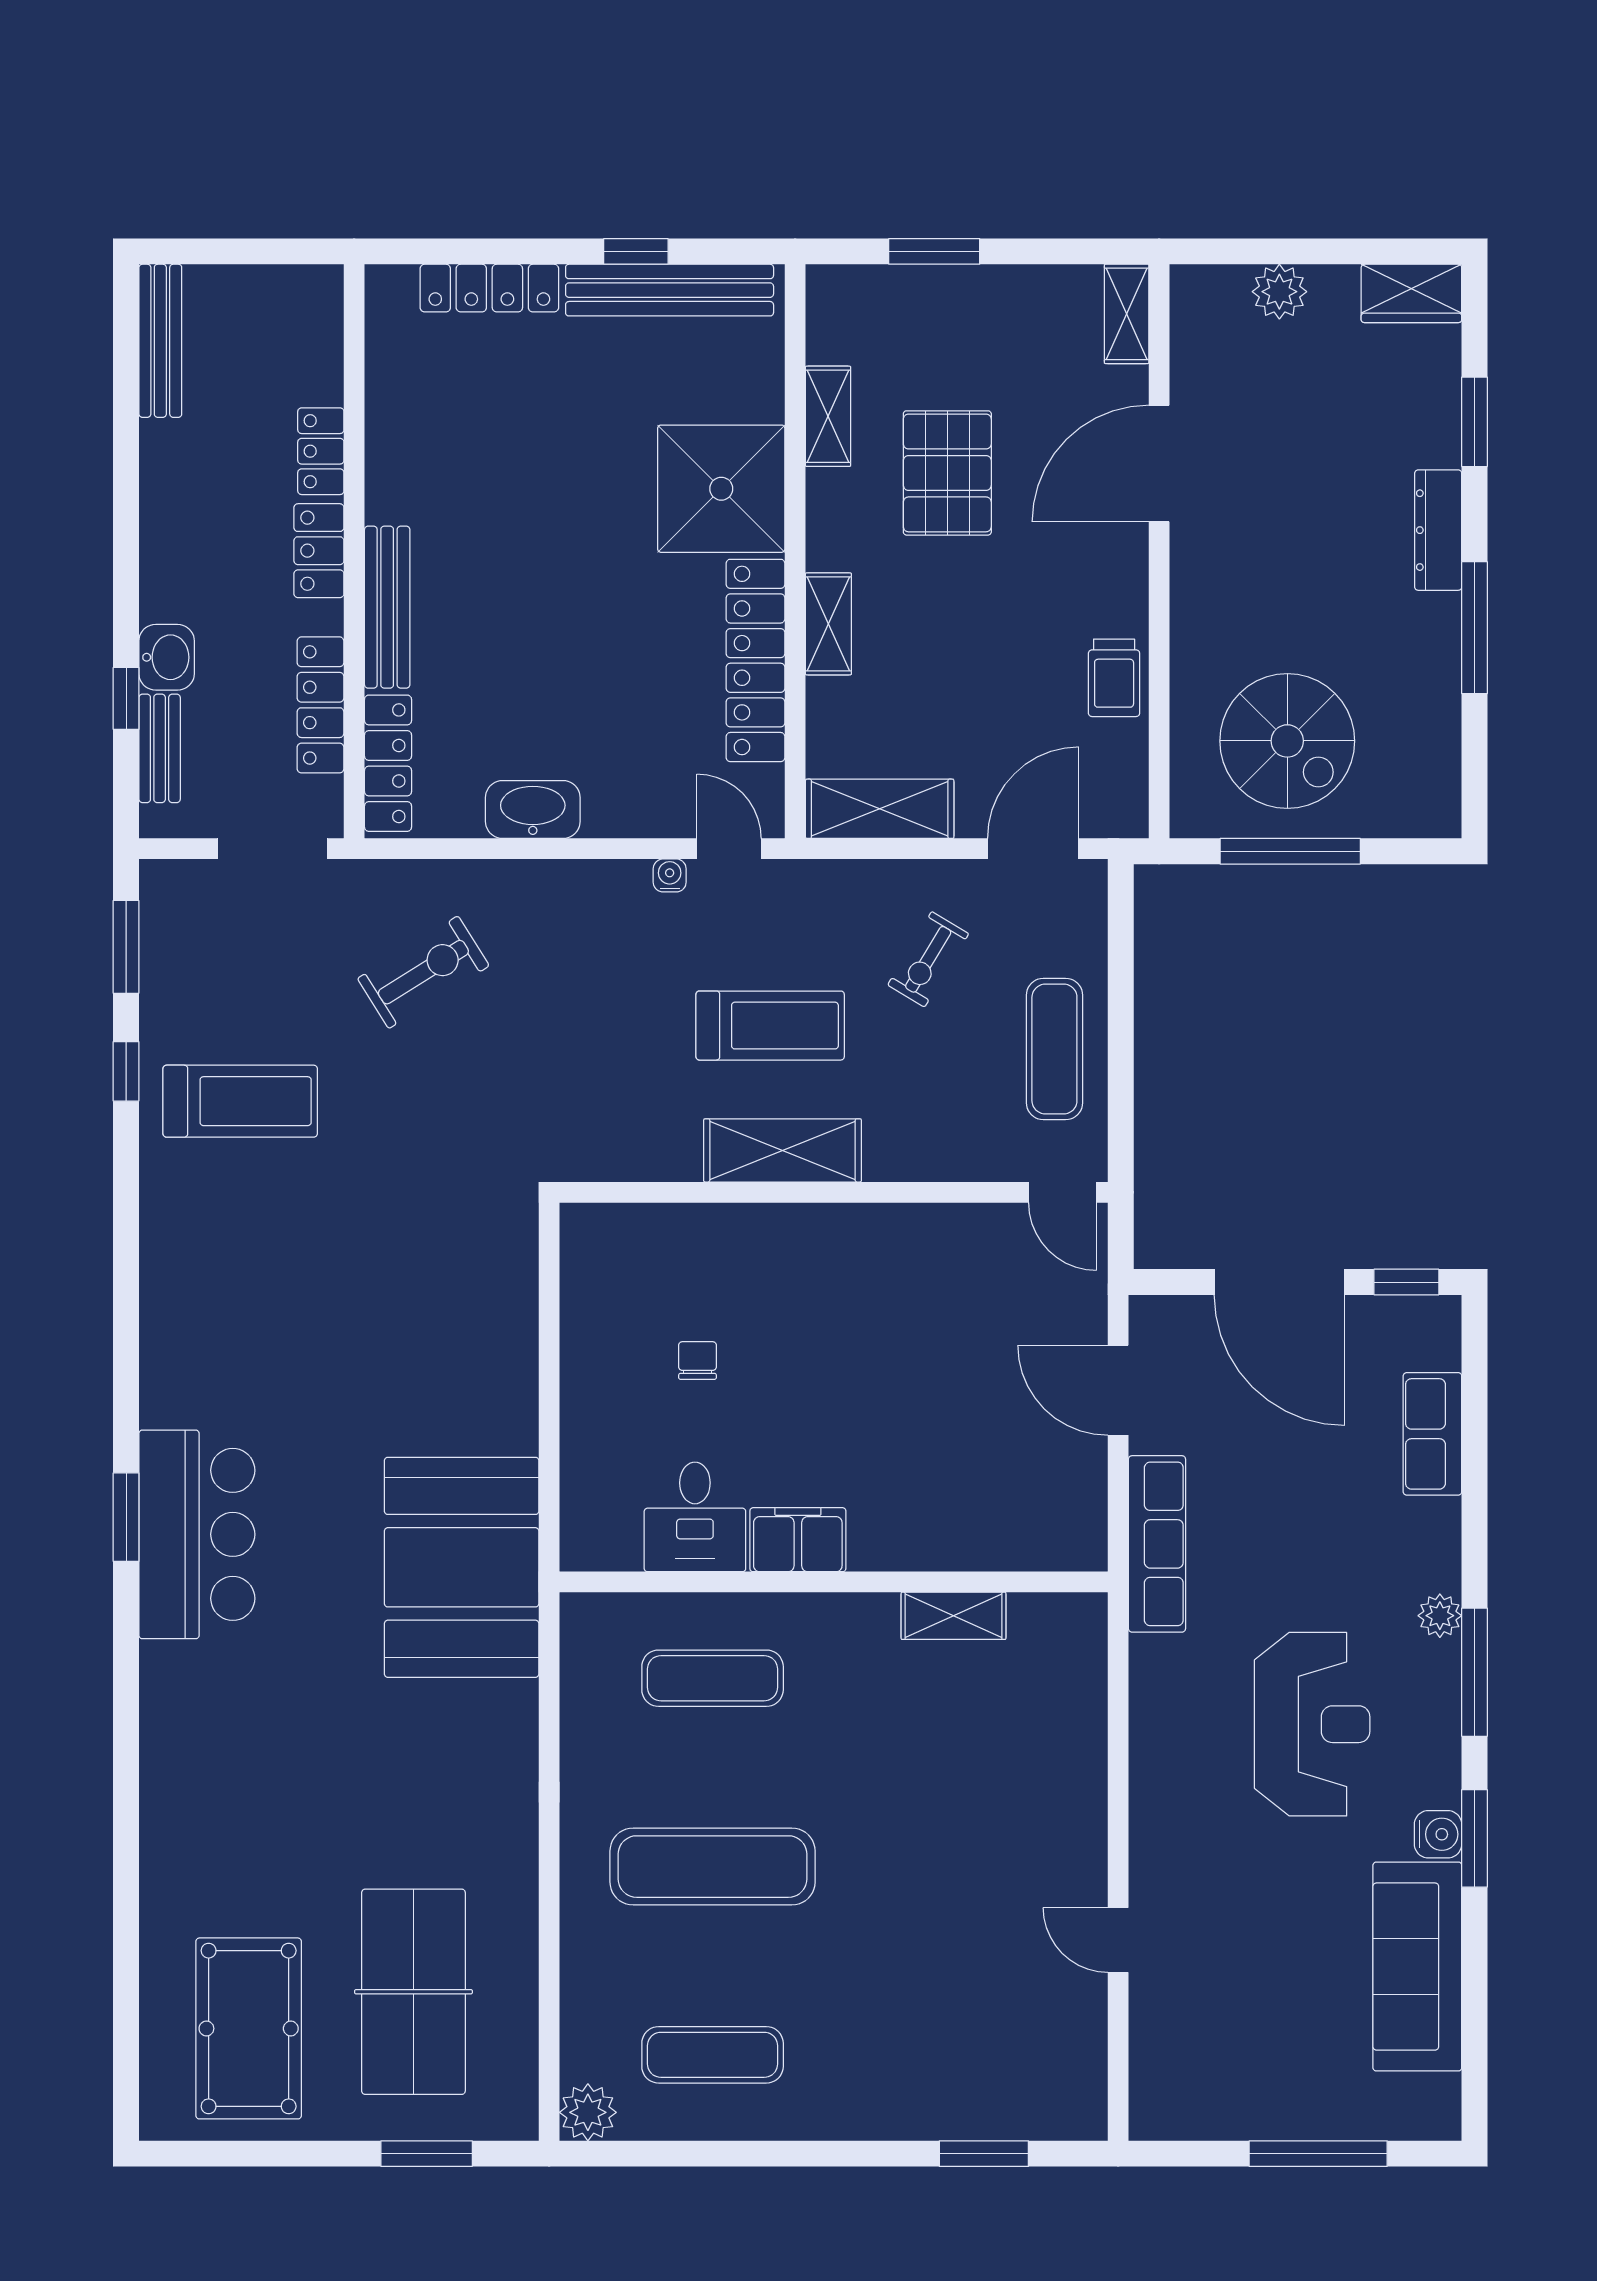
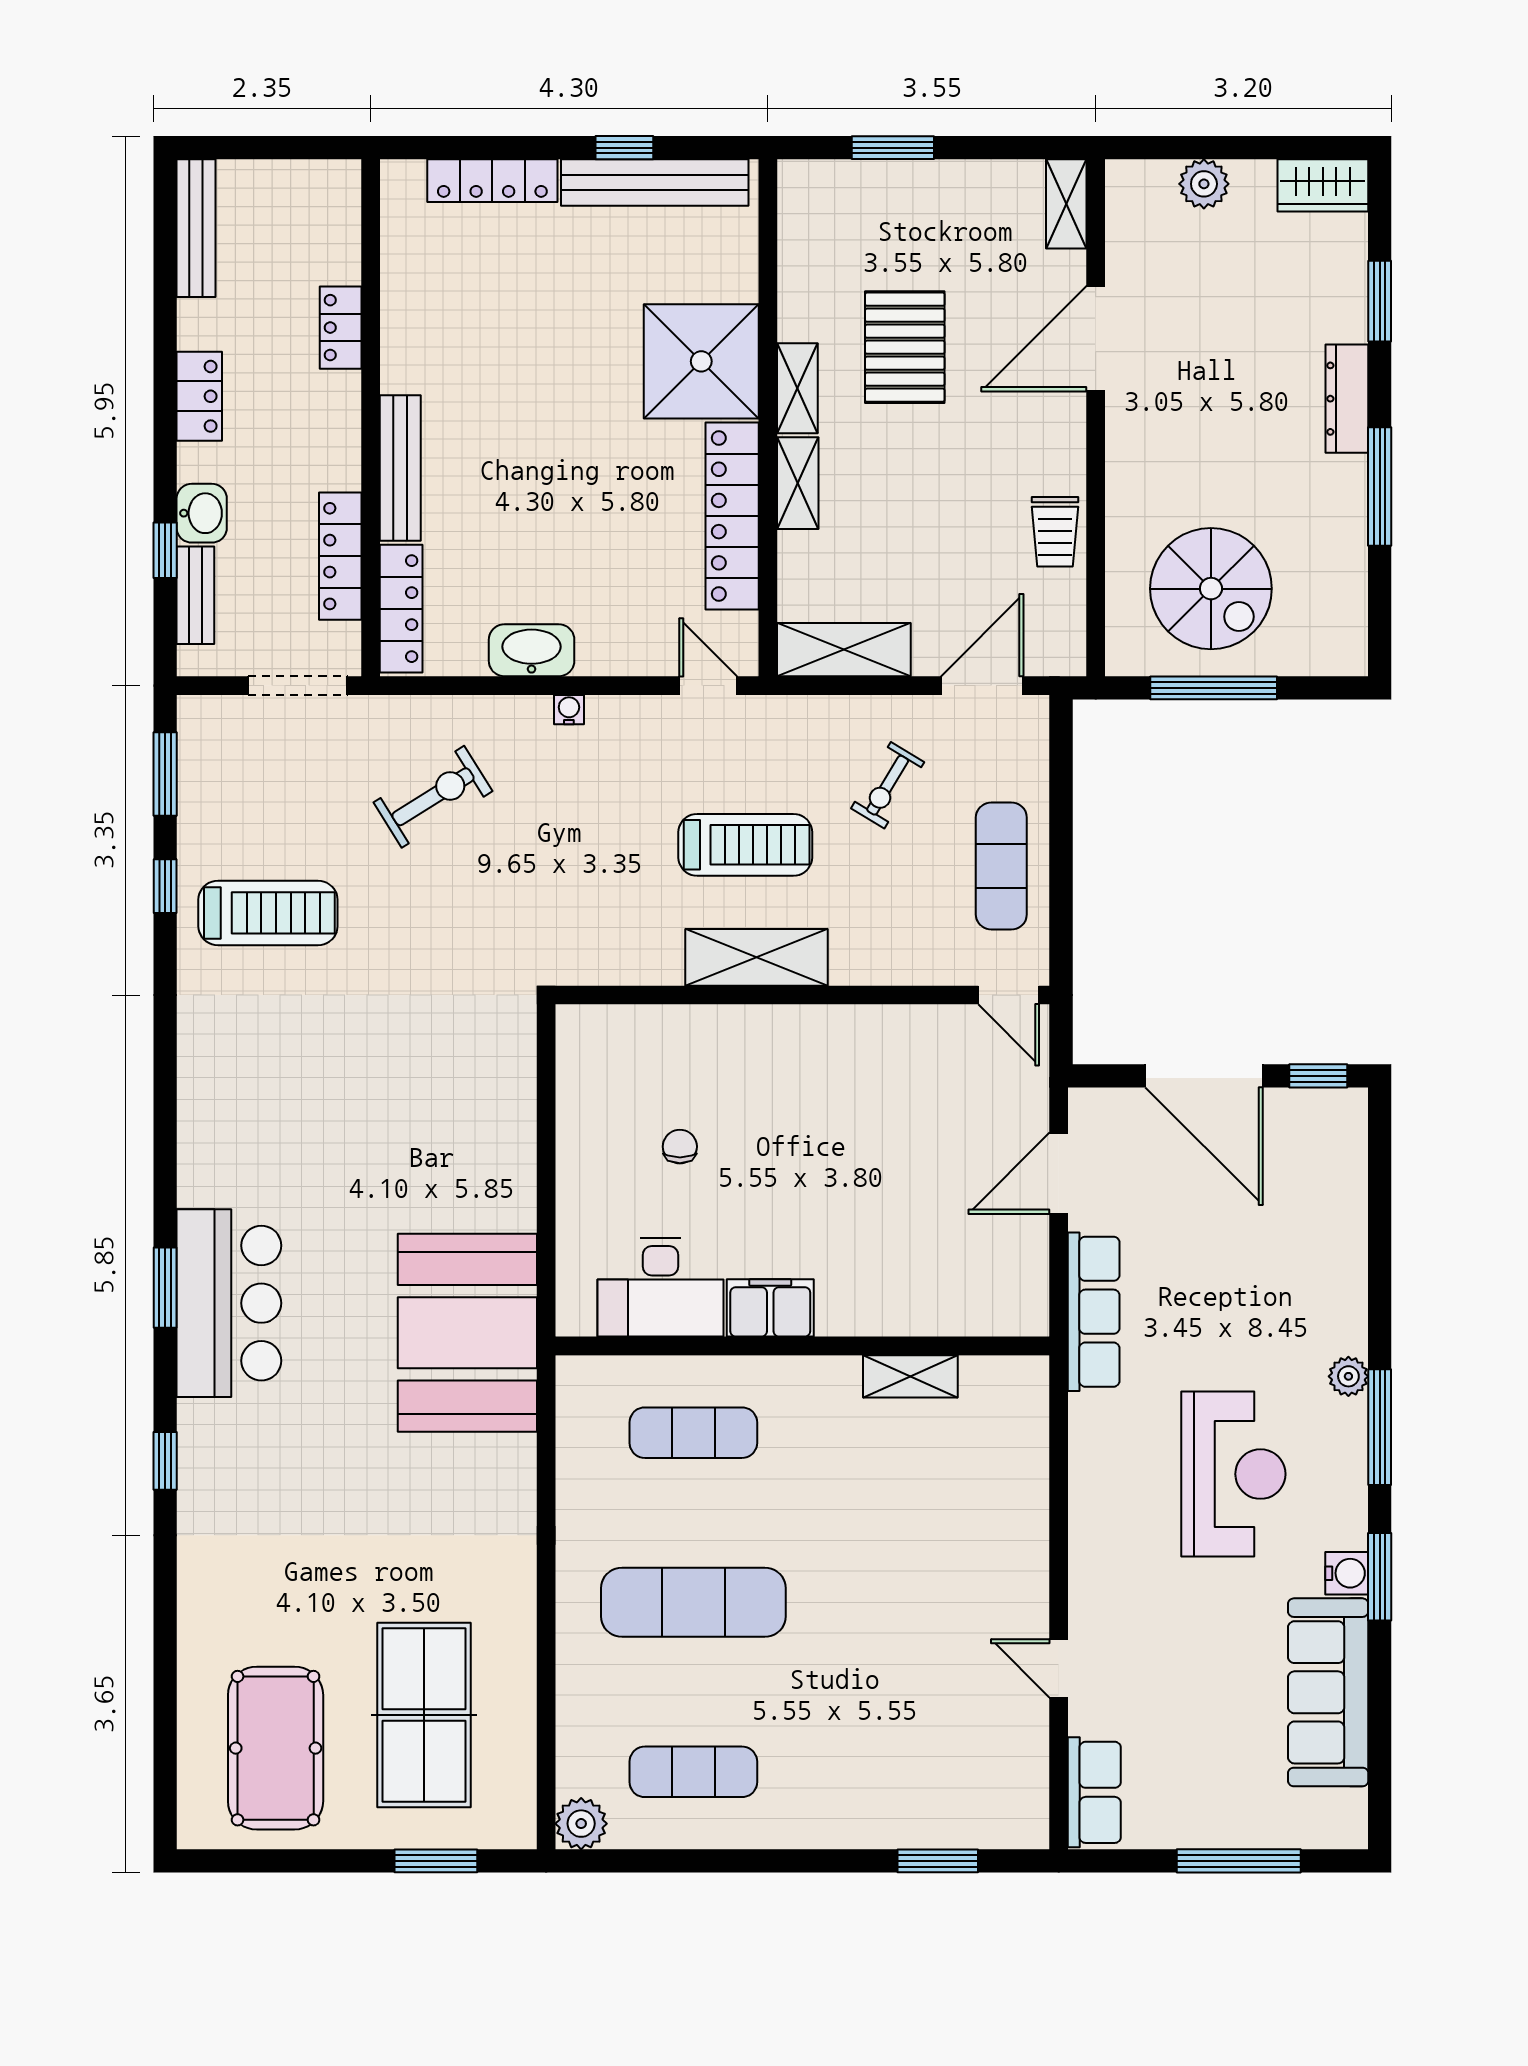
shelving: (828, 416) -> (797, 388), moved
locker: (319, 551) -> (199, 396), moved, turned 180
water cooler: (670, 875) -> (569, 710), moved
door: (1118, 1390) -> (1059, 1173), hinge flipped
row of seats: (1432, 1434) -> (1094, 1792), moved, turned 180
desk: (695, 1517) -> (660, 1287), width x1.37
window: (126, 1709) -> (165, 1461), added

